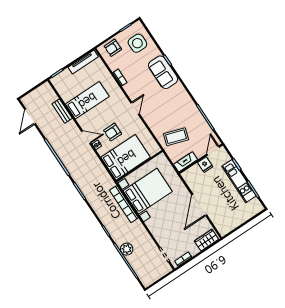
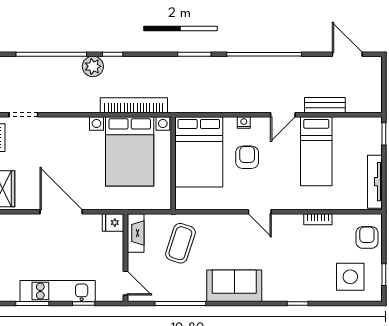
sofa: (163, 72) -> (234, 286), moved
door: (86, 137) -> (283, 115), moved
fridge: (205, 165) -> (113, 223), moved
plant: (127, 249) -> (93, 66), moved

